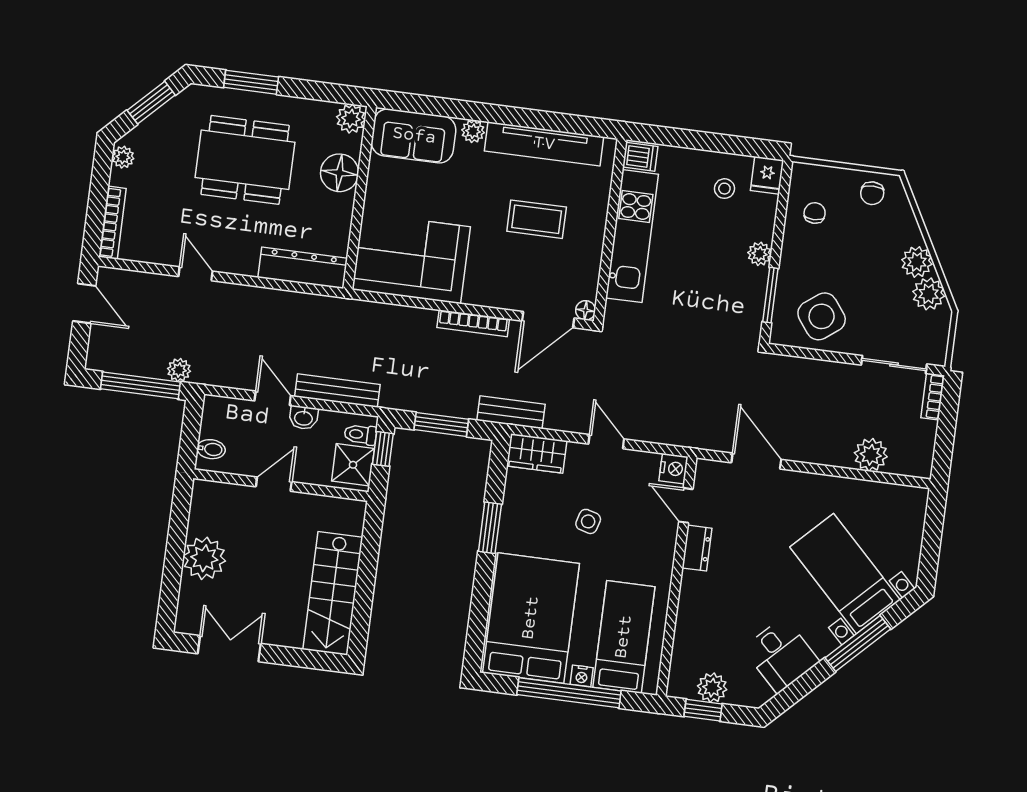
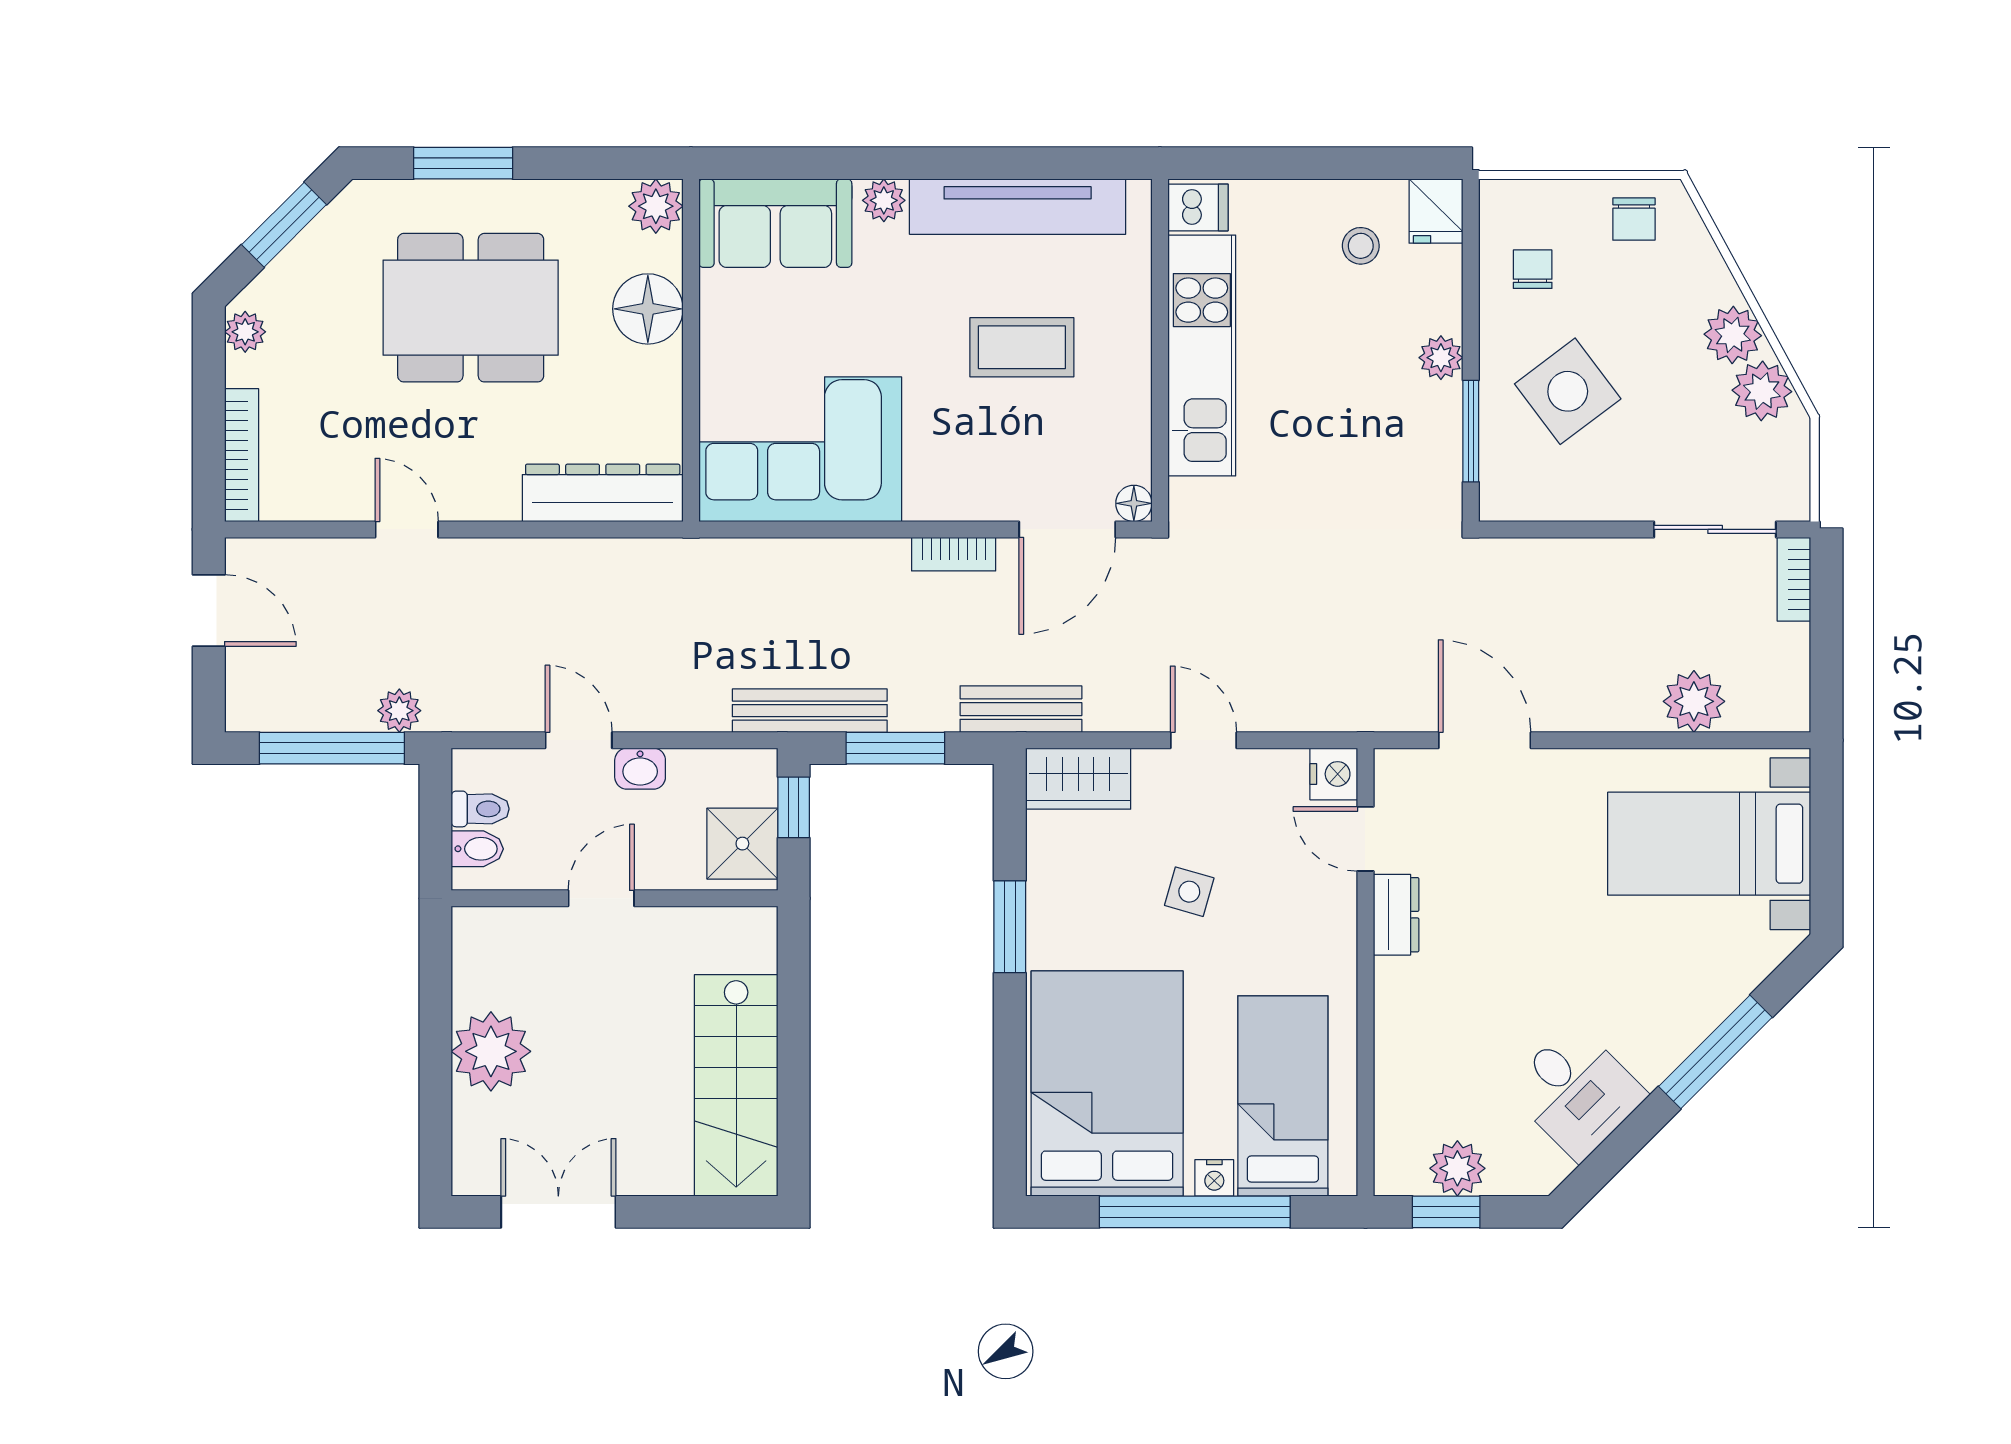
side table: (822, 316) -> (1568, 391), moved
bookcase: (473, 323) -> (954, 554), width x0.64
bench: (337, 391) -> (810, 711), moved
toilet: (360, 435) -> (480, 809), moved, turned 180
bed with nightstands: (845, 574) -> (1709, 844), moved, turned -45

